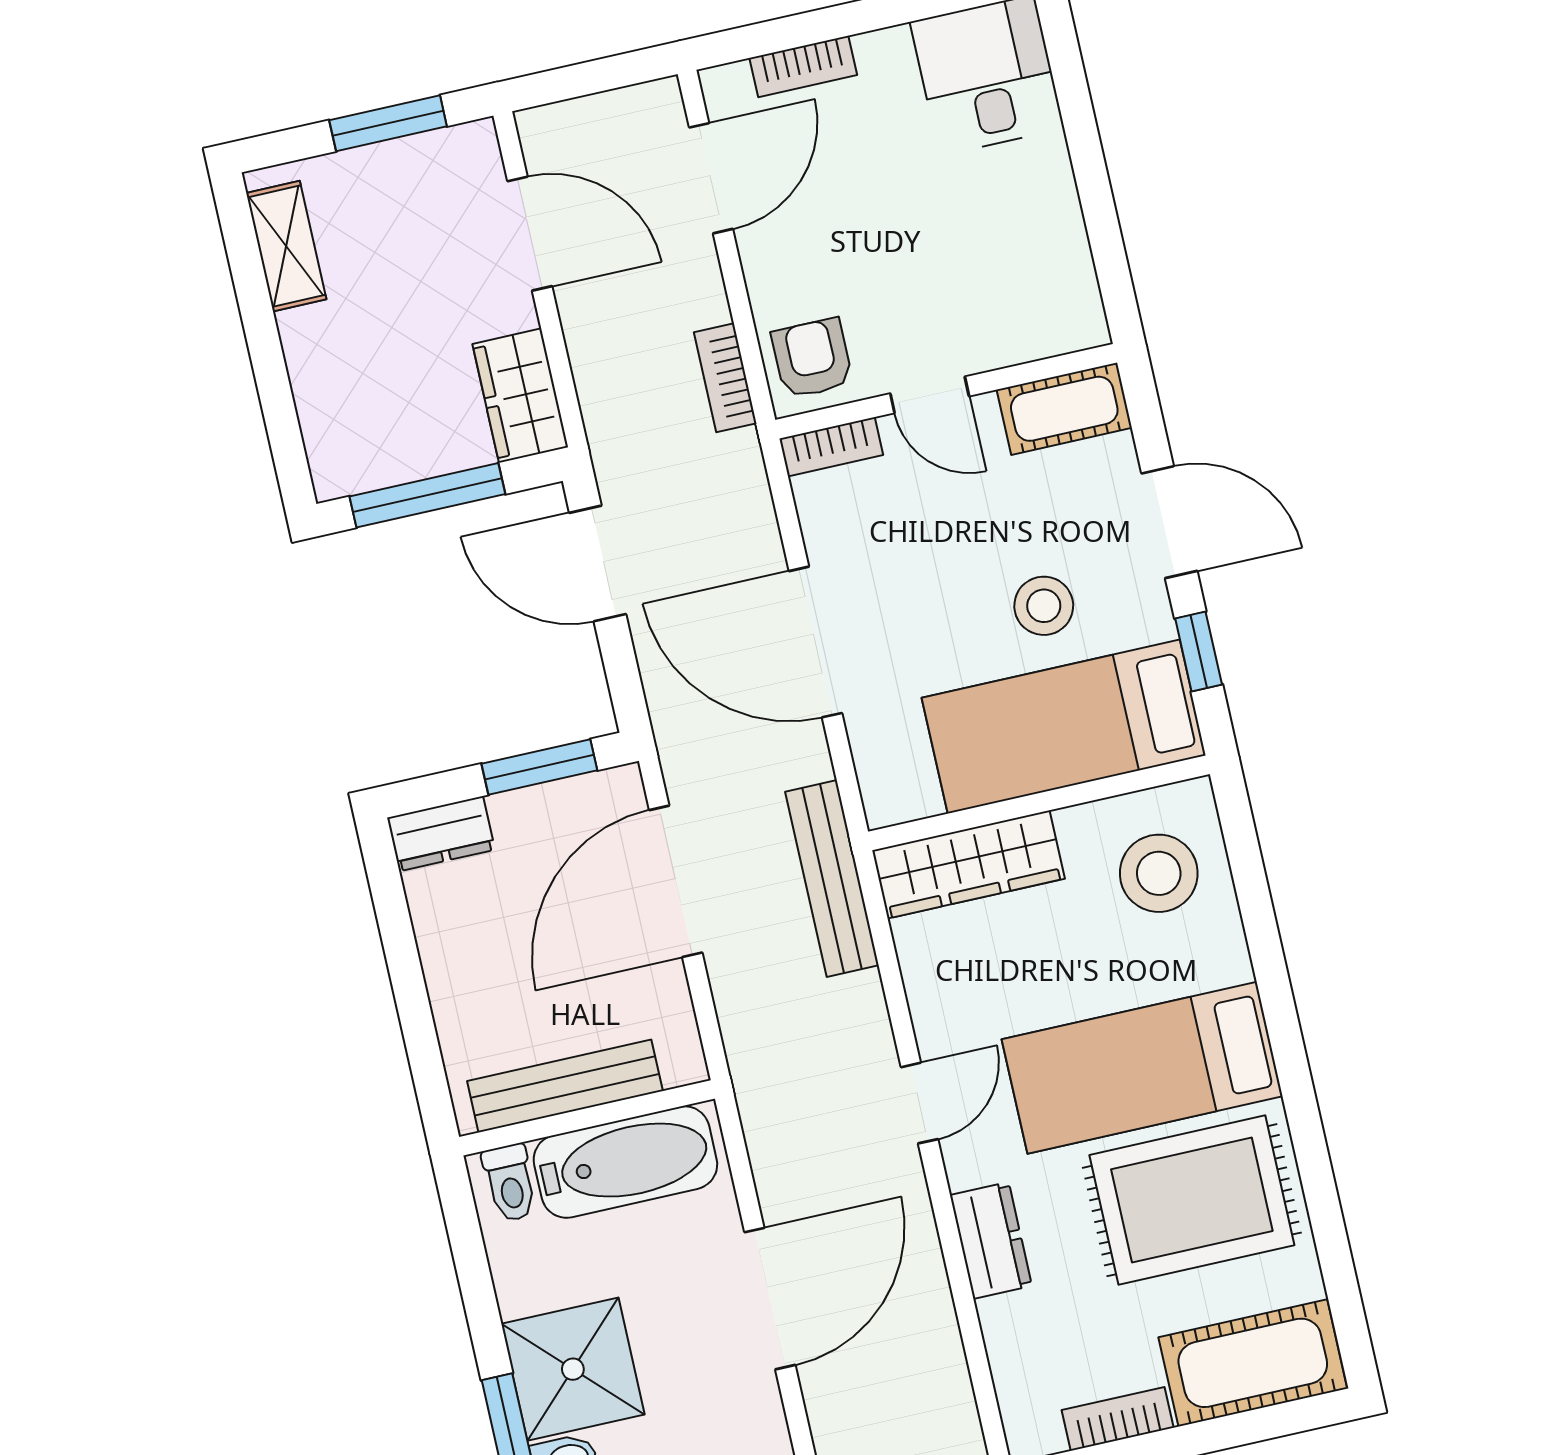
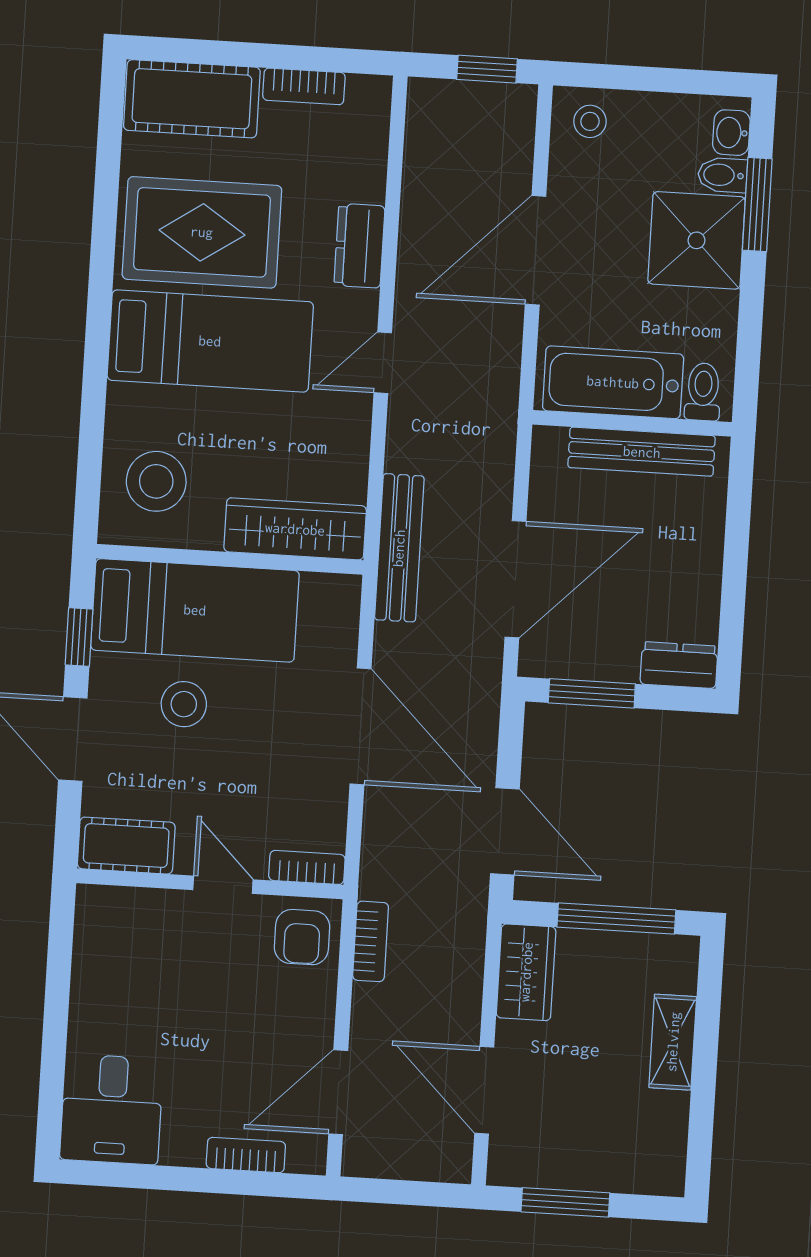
shelving: (286, 246) -> (673, 1042), moved

